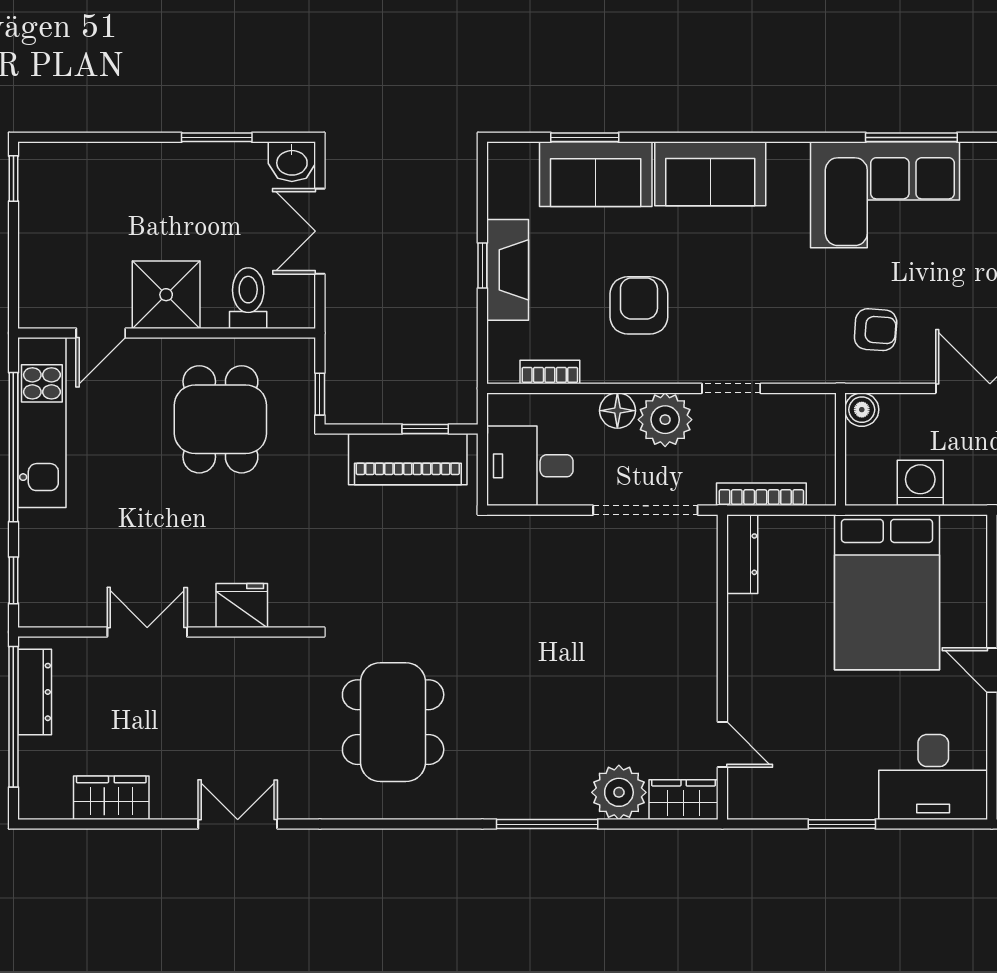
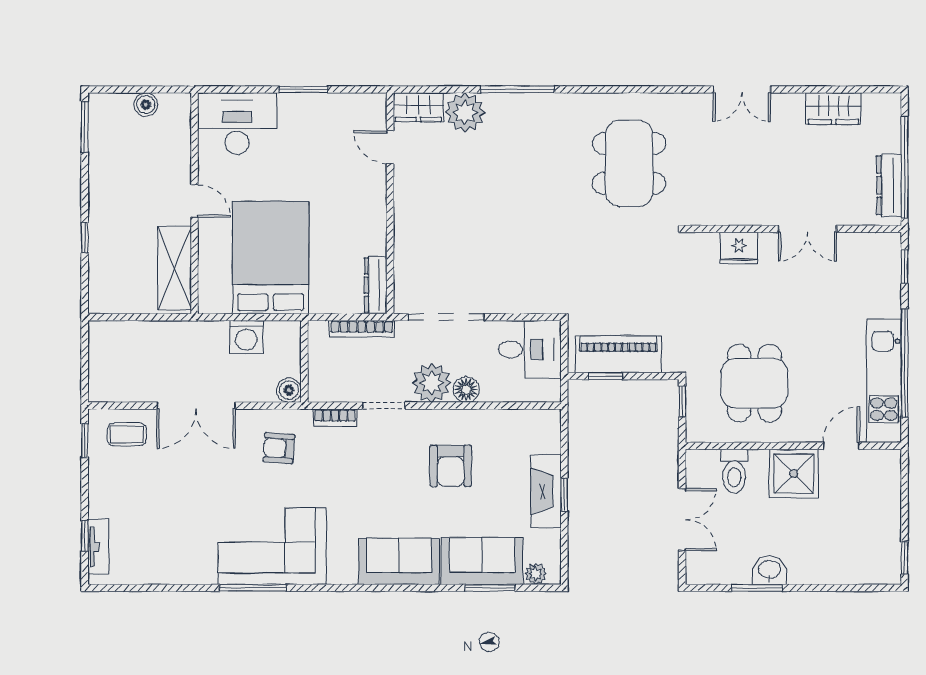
plant: (522, 157) -> (536, 574), added
washbasin: (292, 162) -> (769, 570), moved
bookcase: (550, 372) -> (335, 417), moved

